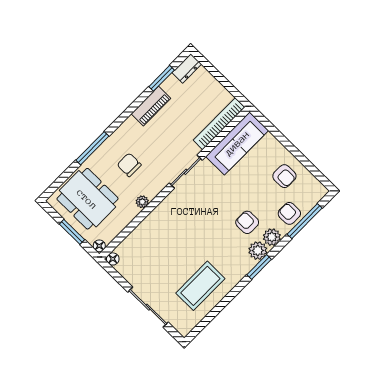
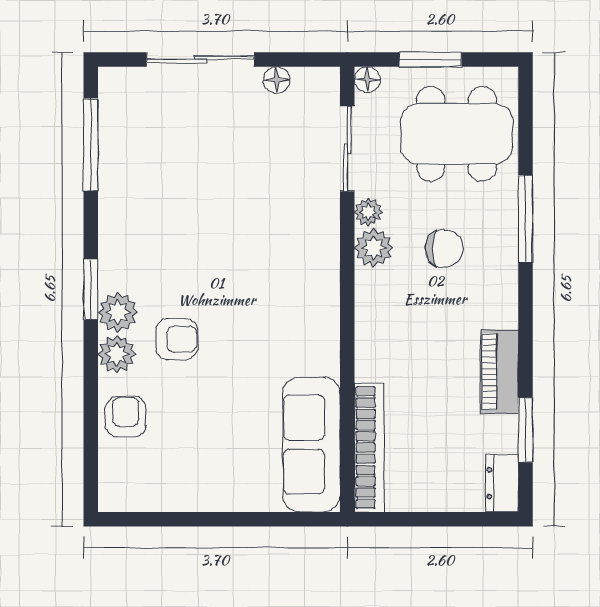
sliding door: (186, 172) -> (347, 149), moved
armchair: (284, 176) -> (190, 466), removed
plant: (152, 188) -> (374, 248), added
armchair: (289, 213) -> (126, 417), turned -90
window: (305, 221) -> (91, 145), moved
floor lamp: (113, 259) -> (277, 80), moved
coffee table: (200, 286) -> (152, 172), removed

